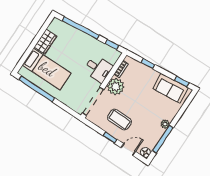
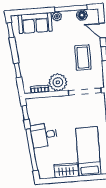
desk: (98, 69) -> (44, 135), moved, turned -96
sofa: (171, 88) -> (35, 23), moved, turned 96
floor lamp: (145, 152) -> (82, 15), moved

